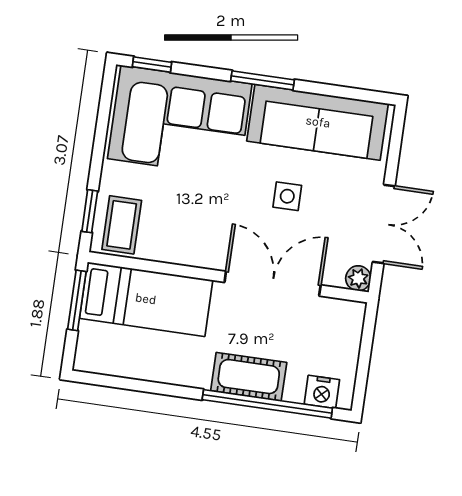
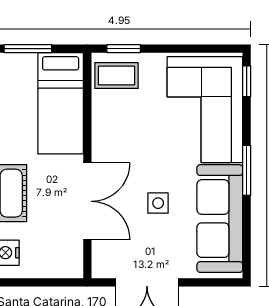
plant: (358, 278) -> (101, 268), removed
window: (77, 300) -> (28, 49), moved

